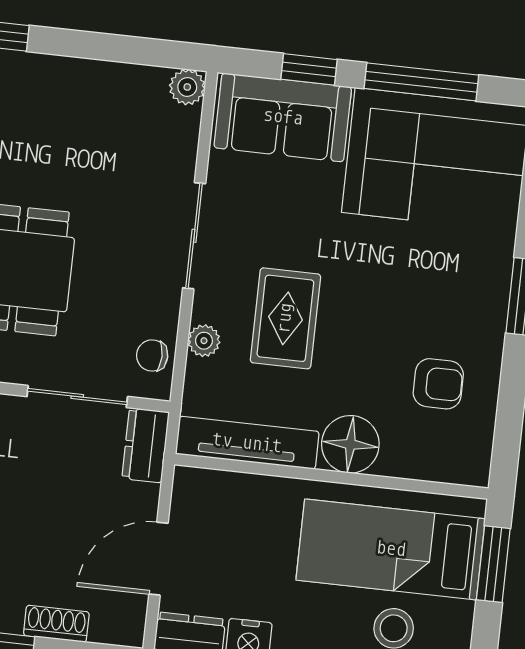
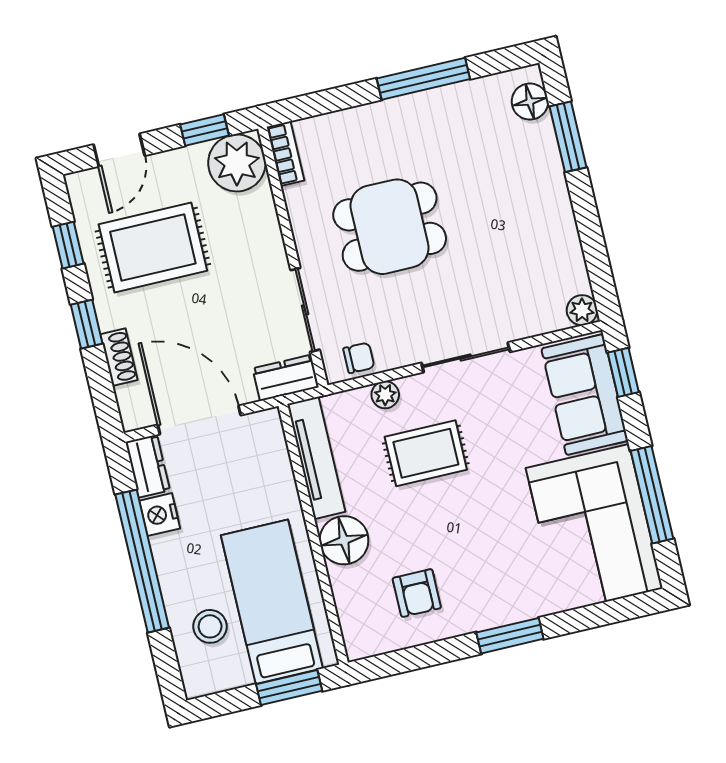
window: (309, 69) -> (623, 372), moved
chair: (152, 355) -> (359, 358), turned 90
door: (158, 559) -> (199, 420), width x1.36

